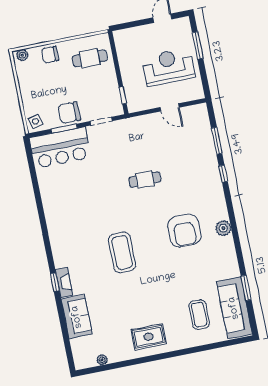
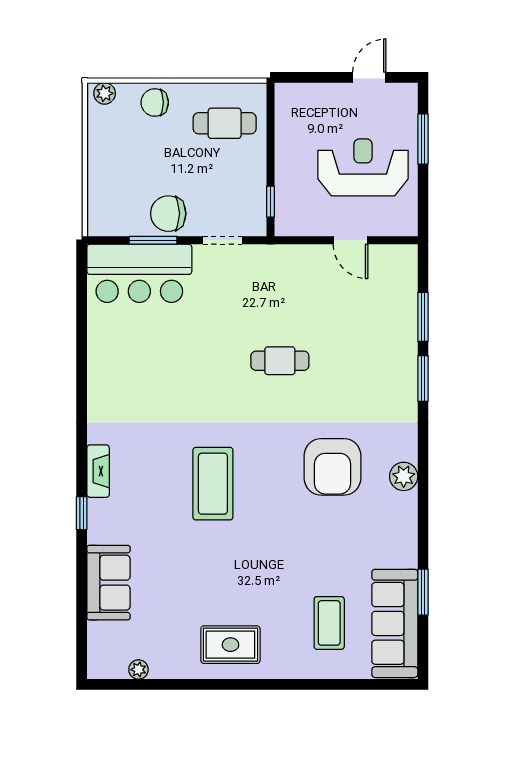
side table: (35, 121) -> (104, 217), removed
window: (223, 174) -> (423, 378), width x1.50
fireplace: (64, 283) -> (98, 471), moved

